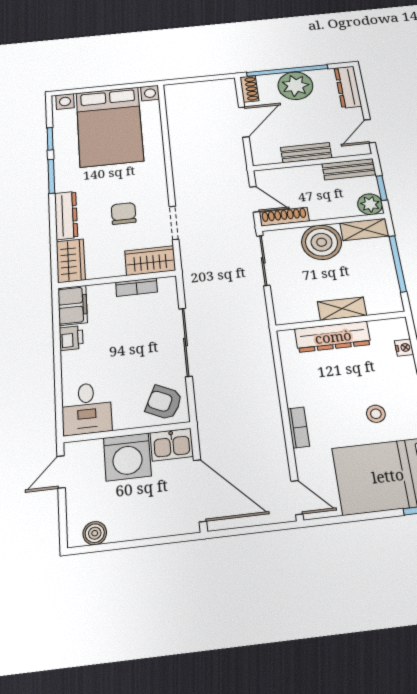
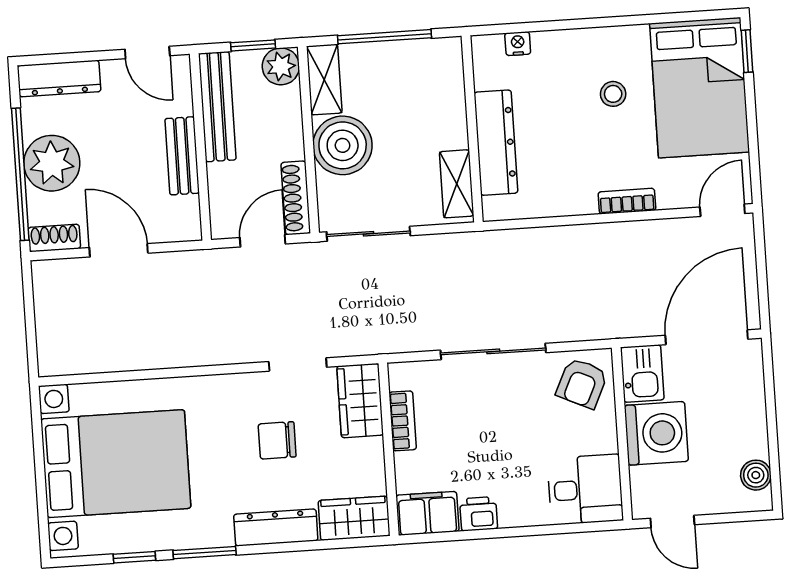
bench: (349, 169) -> (217, 107), width x1.36
shelving: (342, 309) -> (457, 184), moved

